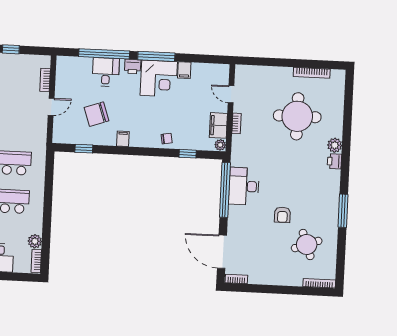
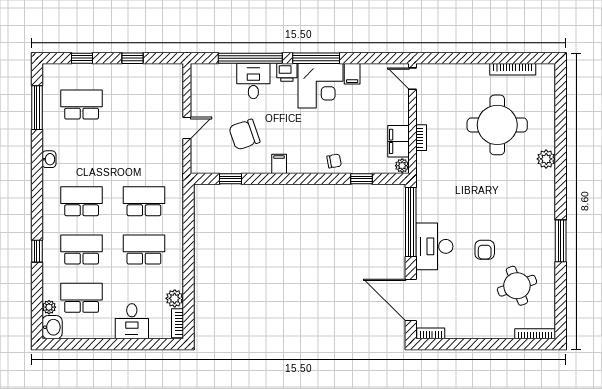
bookcase: (45, 80) -> (178, 95), removed
door: (231, 94) -> (412, 79), moved
printer: (334, 161) -> (547, 179), removed
desk: (244, 186) -> (434, 246), moved

